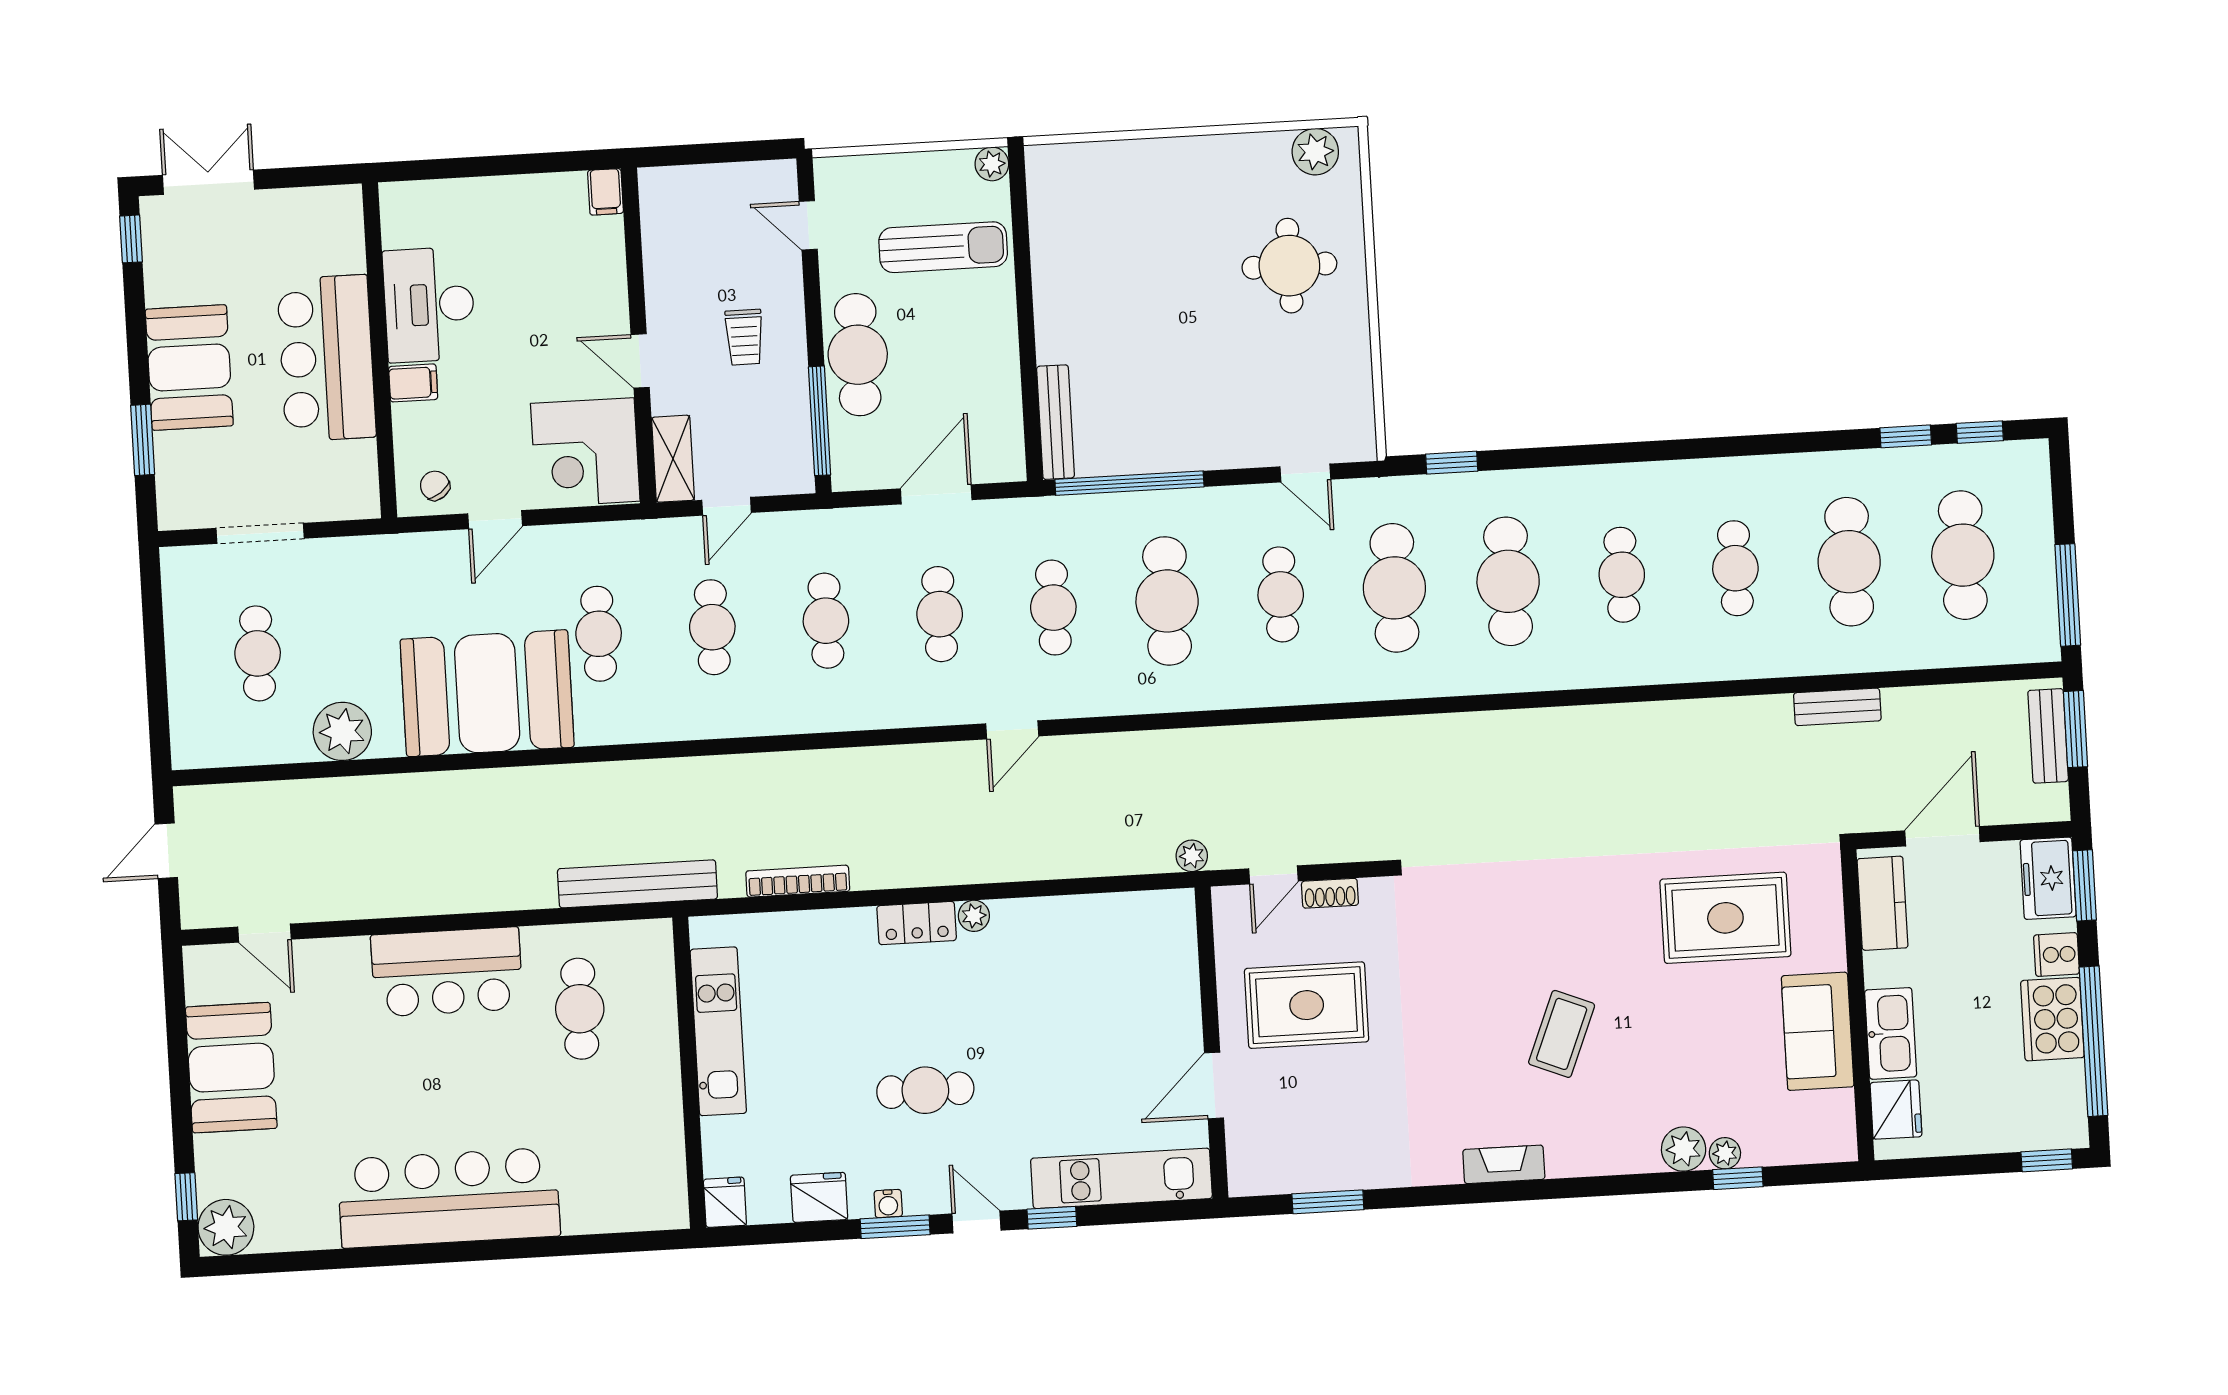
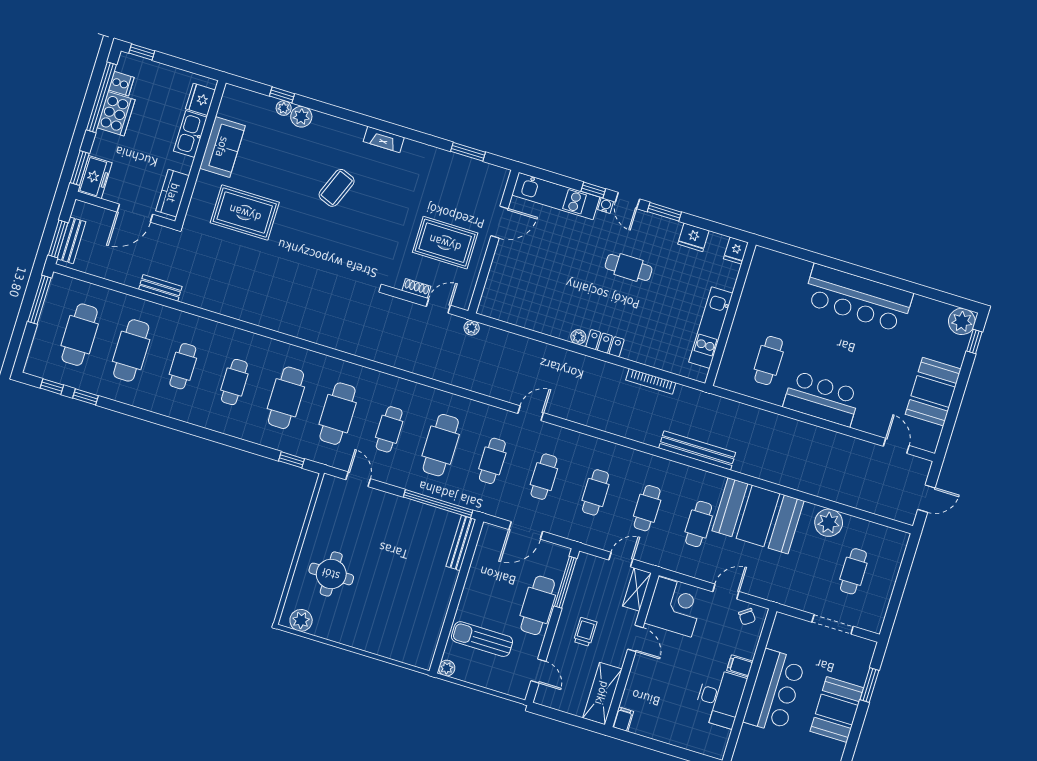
shelving: (665, 228) -> (602, 693), added
bench: (637, 884) -> (697, 450), moved
cooker: (2057, 955) -> (121, 84), moved
water cooler: (888, 1204) -> (606, 205), moved

